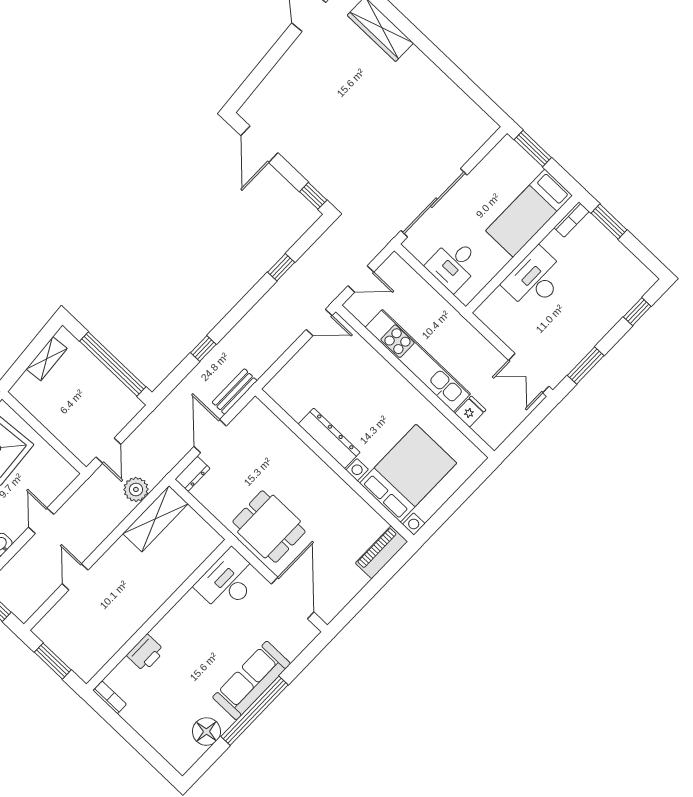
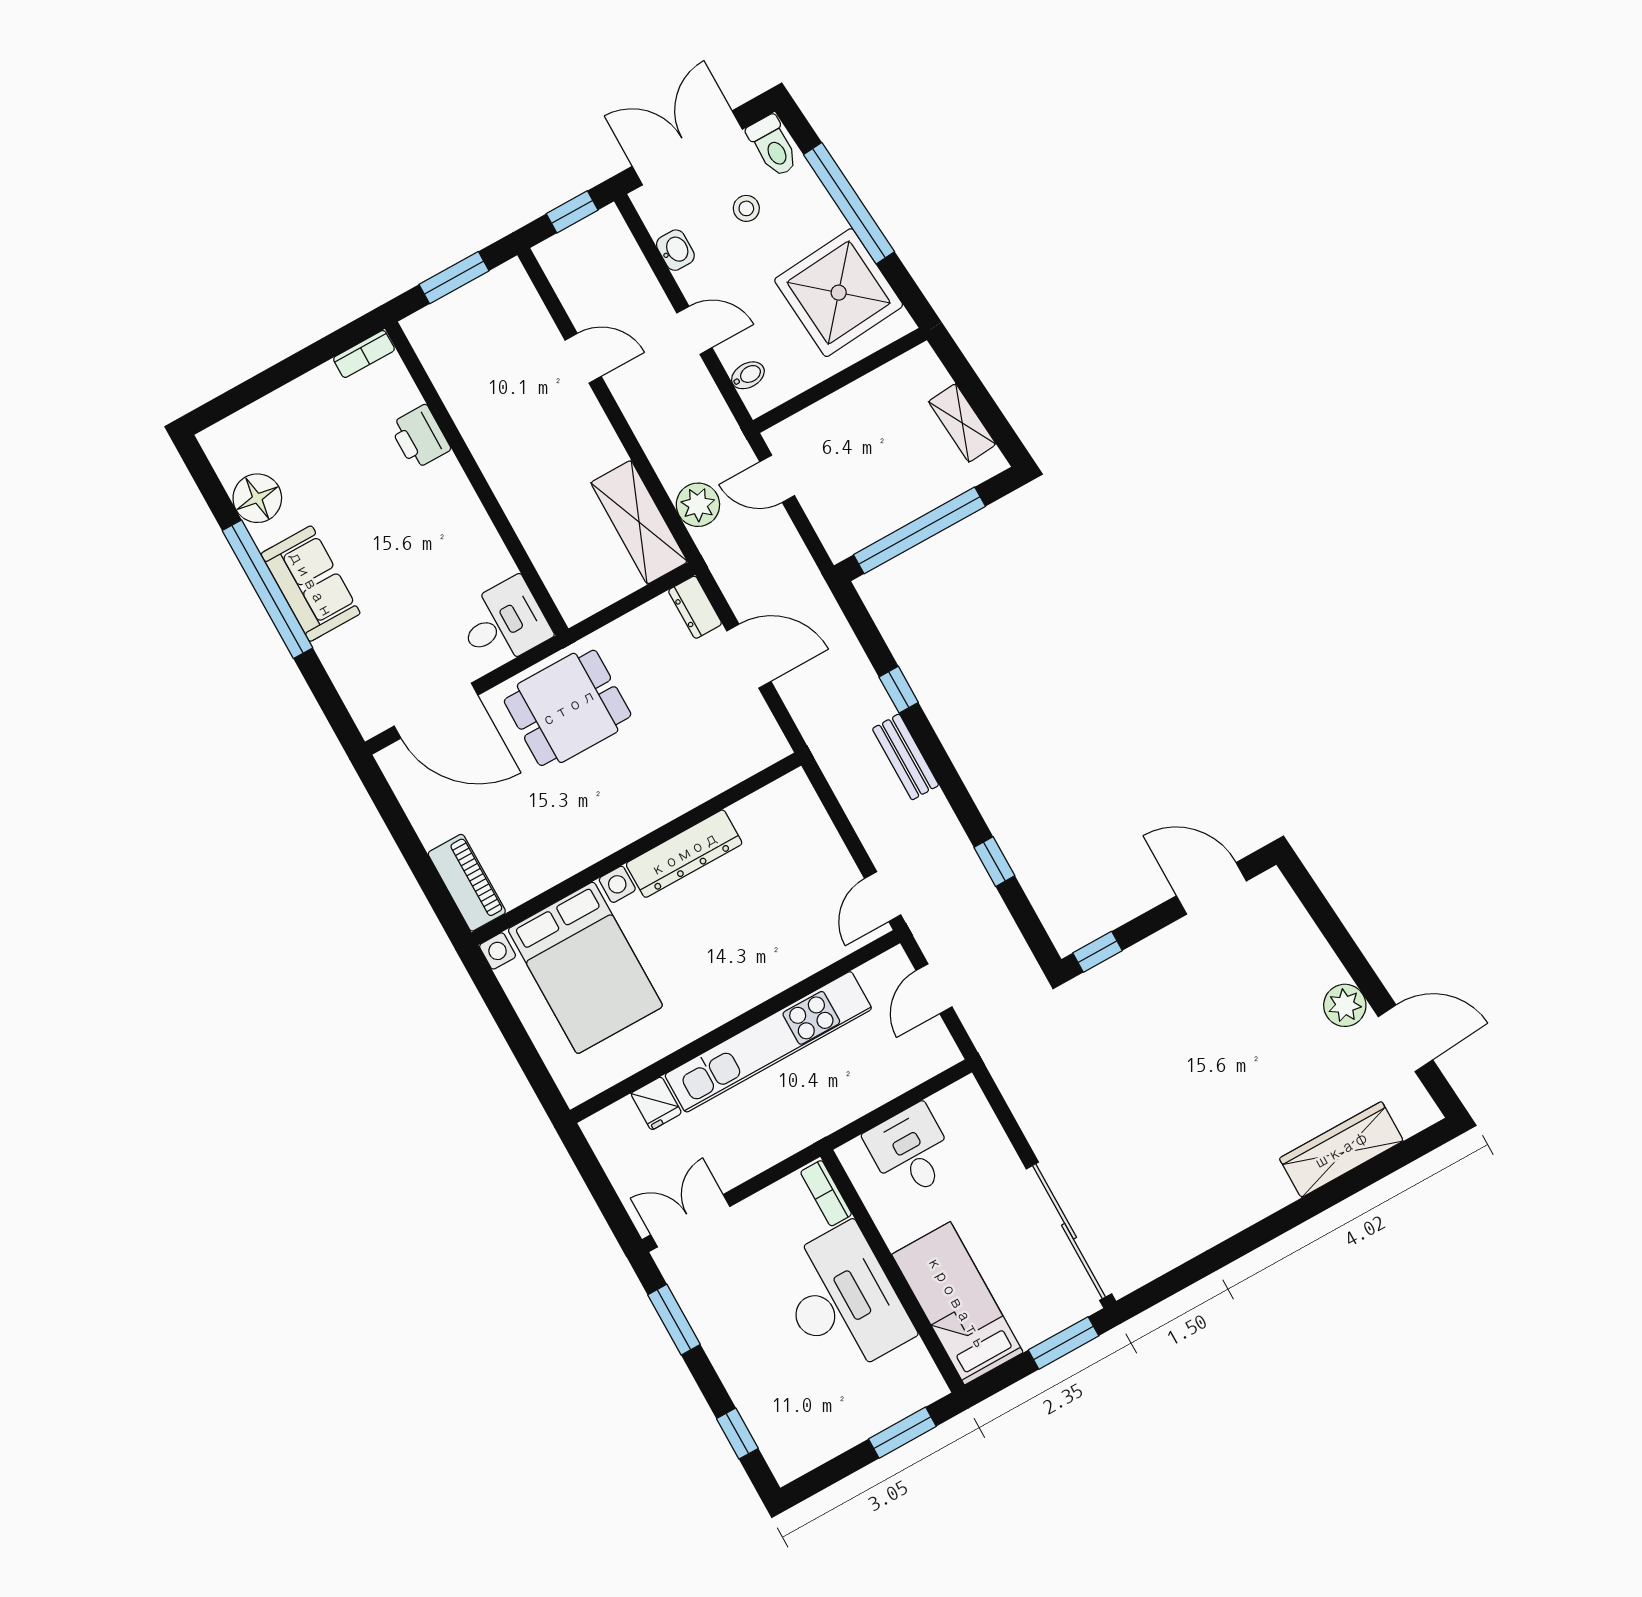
plant: (301, 51) -> (1345, 1005), added
sliding door: (434, 203) -> (1069, 1231), moved
bookcase: (572, 219) -> (826, 1193), moved
desk: (535, 279) -> (843, 1300), width x1.36, depth x1.30
bench: (235, 392) -> (906, 757), moved
bidet: (57, 484) -> (748, 375), added
desk: (228, 581) -> (504, 623), width x0.73
sofa: (251, 680) -> (311, 584), width x0.73

